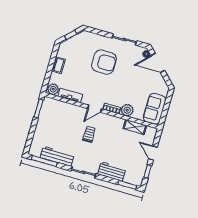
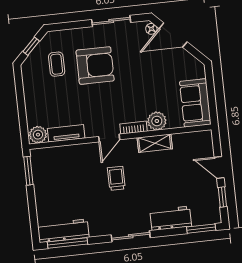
coffee table: (59, 65) -> (57, 64), moved
shelving: (135, 127) -> (155, 143), moved
workbench: (57, 156) -> (63, 231), moved

